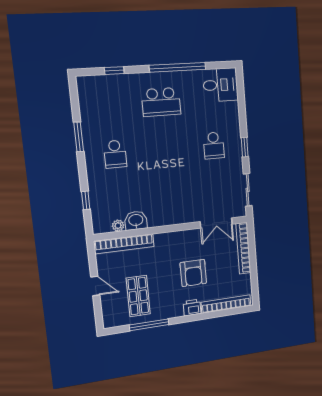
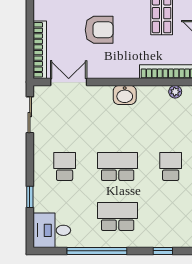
window: (245, 147) -> (30, 197), moved
school desk: (165, 150) -> (118, 166), added
washbasin: (136, 220) -> (125, 95), moved
armchair: (193, 273) -> (99, 30), turned 90

